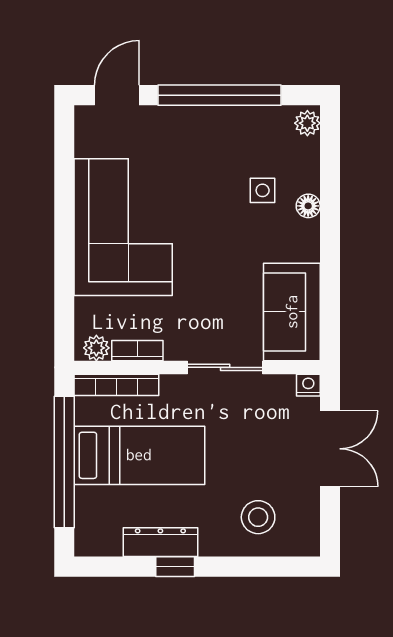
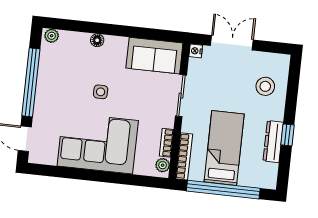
side table: (263, 190) -> (101, 92), moved

